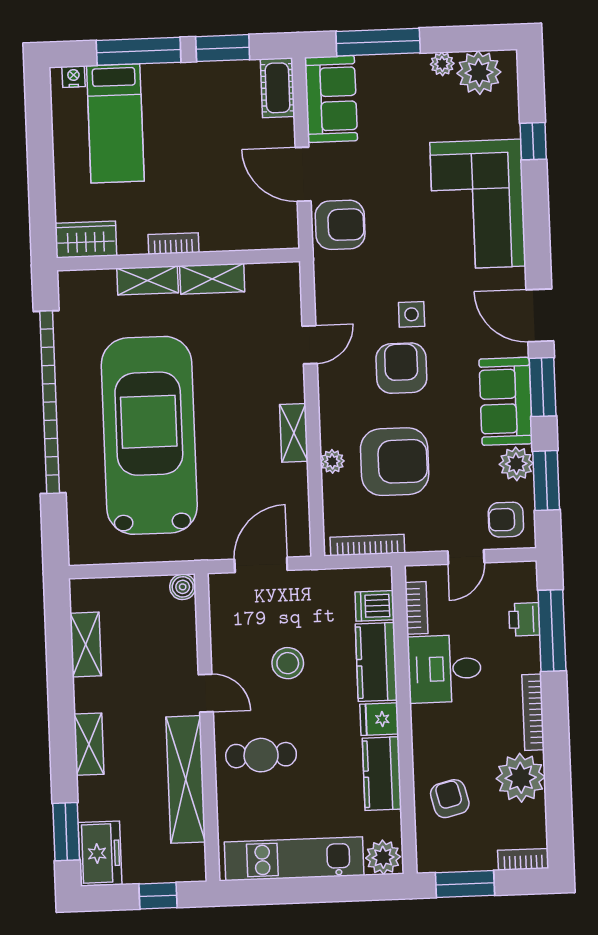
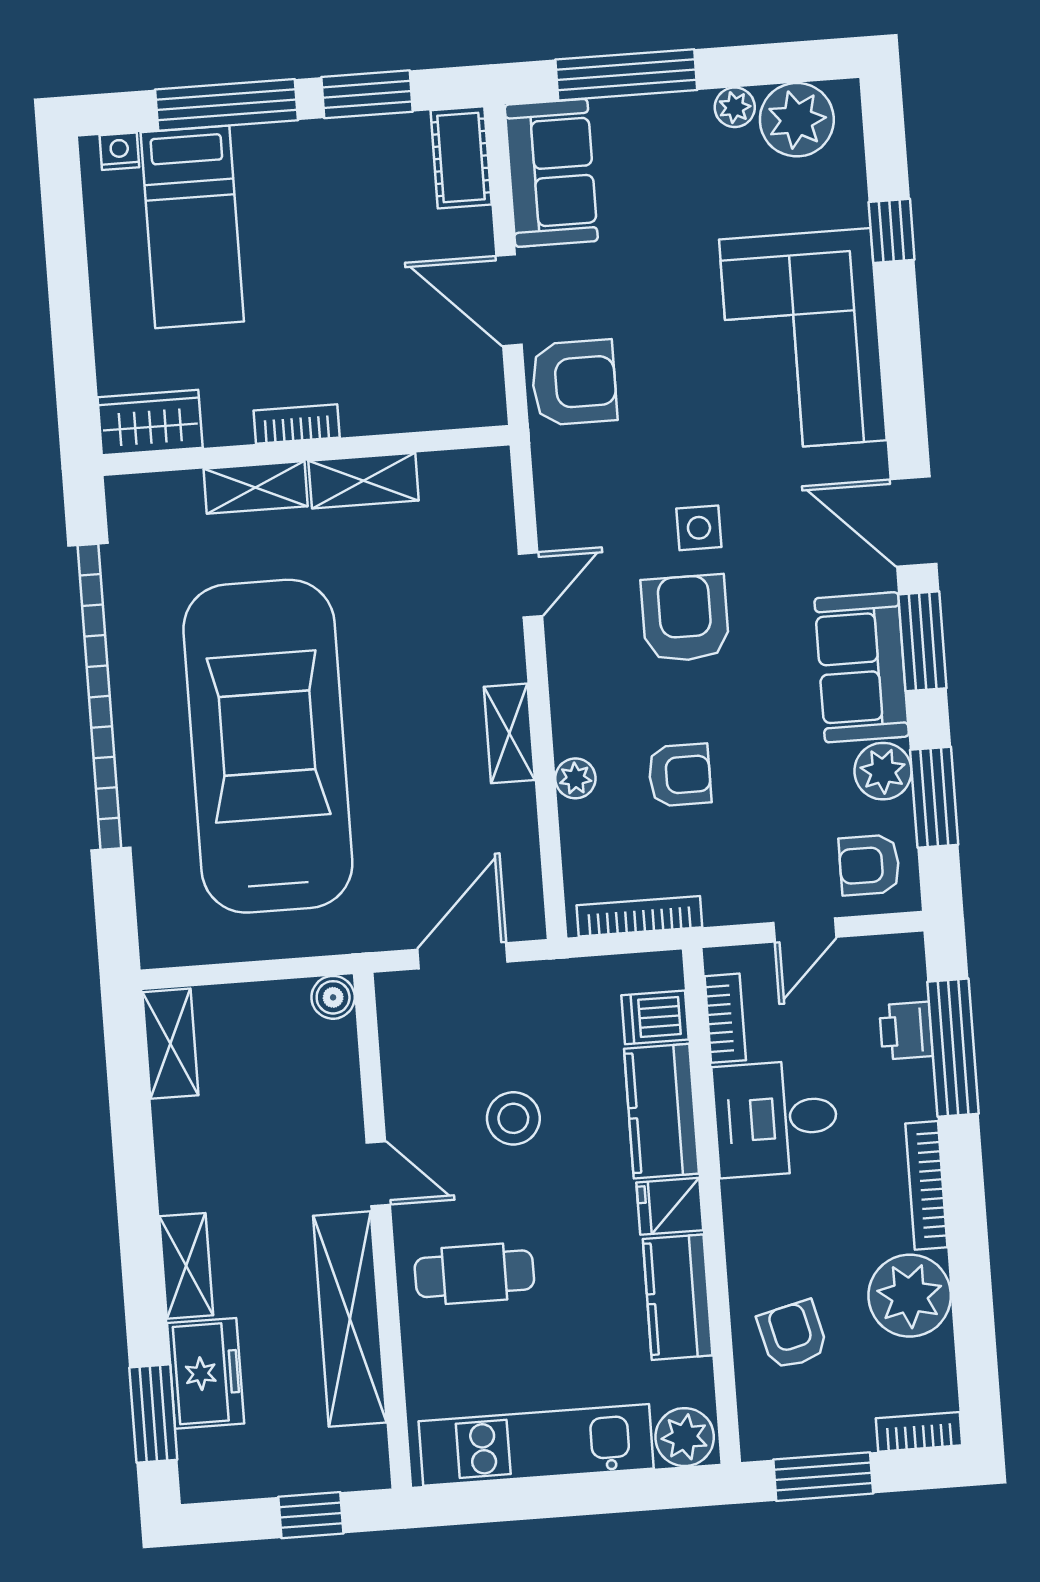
armchair: (395, 462) -> (680, 775), width x0.53, depth x0.53
shelving: (86, 645) -> (170, 1044), moved
freezer: (100, 853) -> (206, 1373), moved

